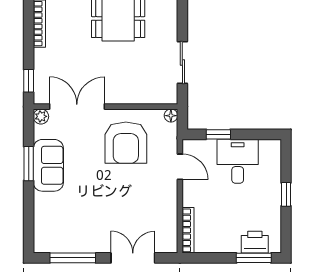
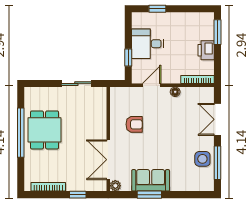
window: (29, 81) -> (78, 195), moved
floor lamp: (171, 116) -> (175, 92), moved
armchair: (126, 143) -> (134, 124), width x0.53, depth x0.53
window: (286, 194) -> (157, 9), moved
side table: (78, 237) -> (202, 159), added
printer: (255, 242) -> (206, 50), moved

